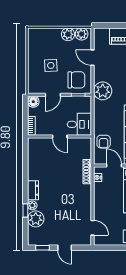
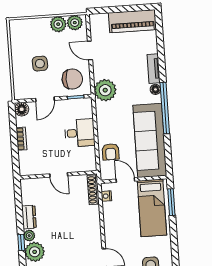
wall: (59, 137) -> (58, 175), moved
door: (60, 137) -> (59, 175), moved

